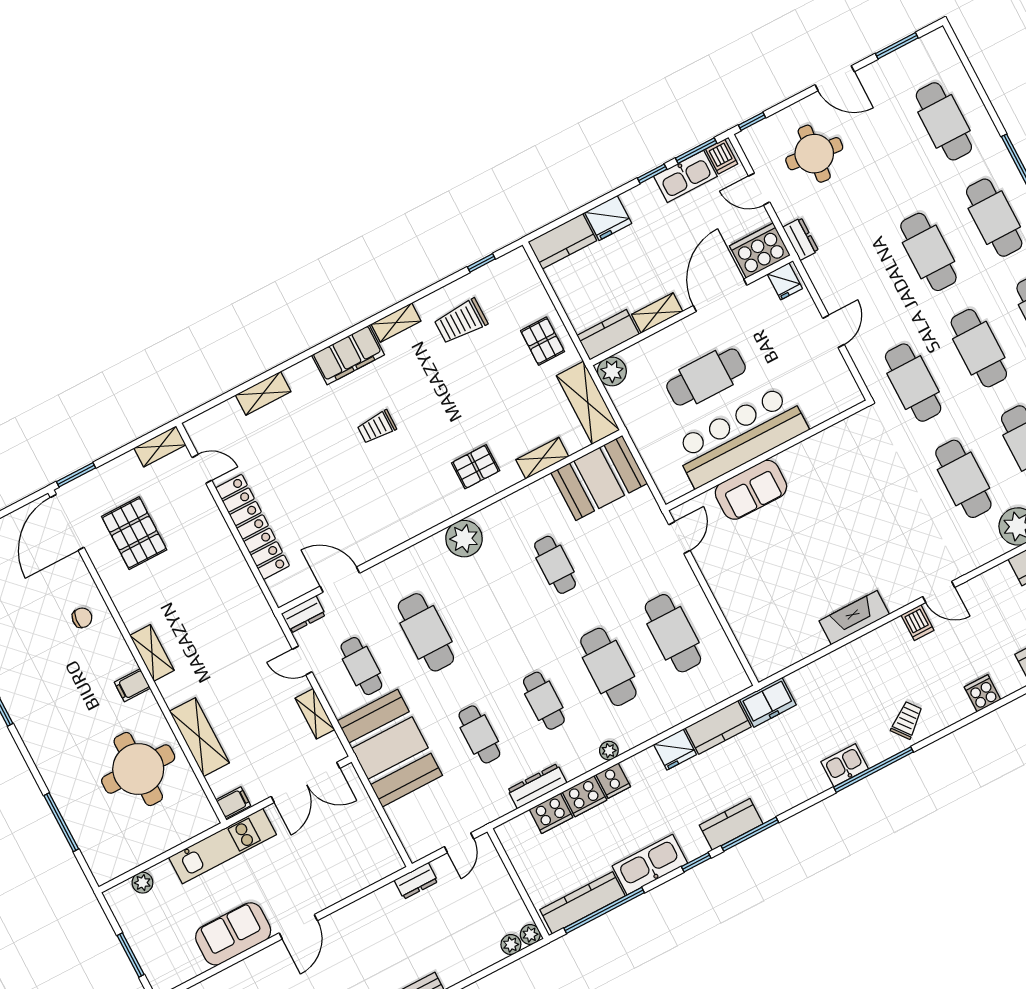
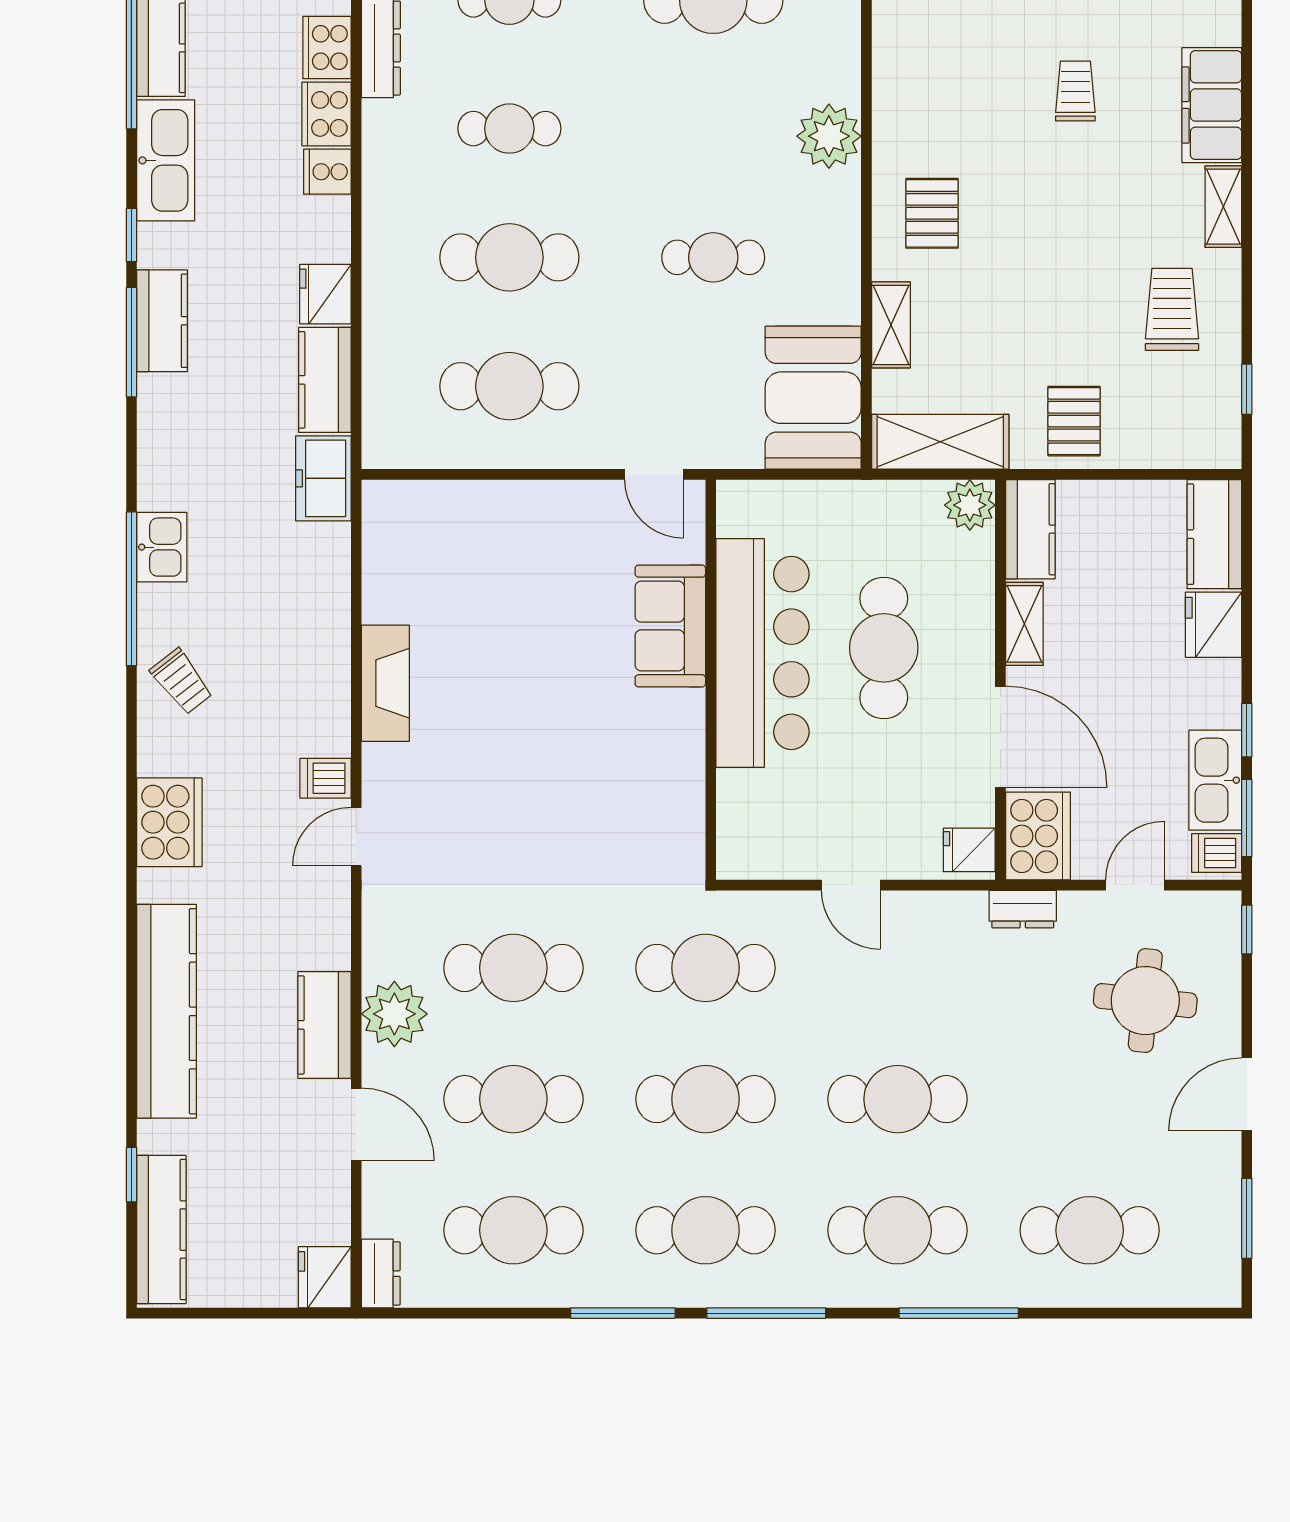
pallet: (543, 341) -> (1074, 421), turned 90
cooker: (983, 693) -> (169, 822), width x1.87, depth x1.31
plant: (609, 751) -> (378, 190), removed

